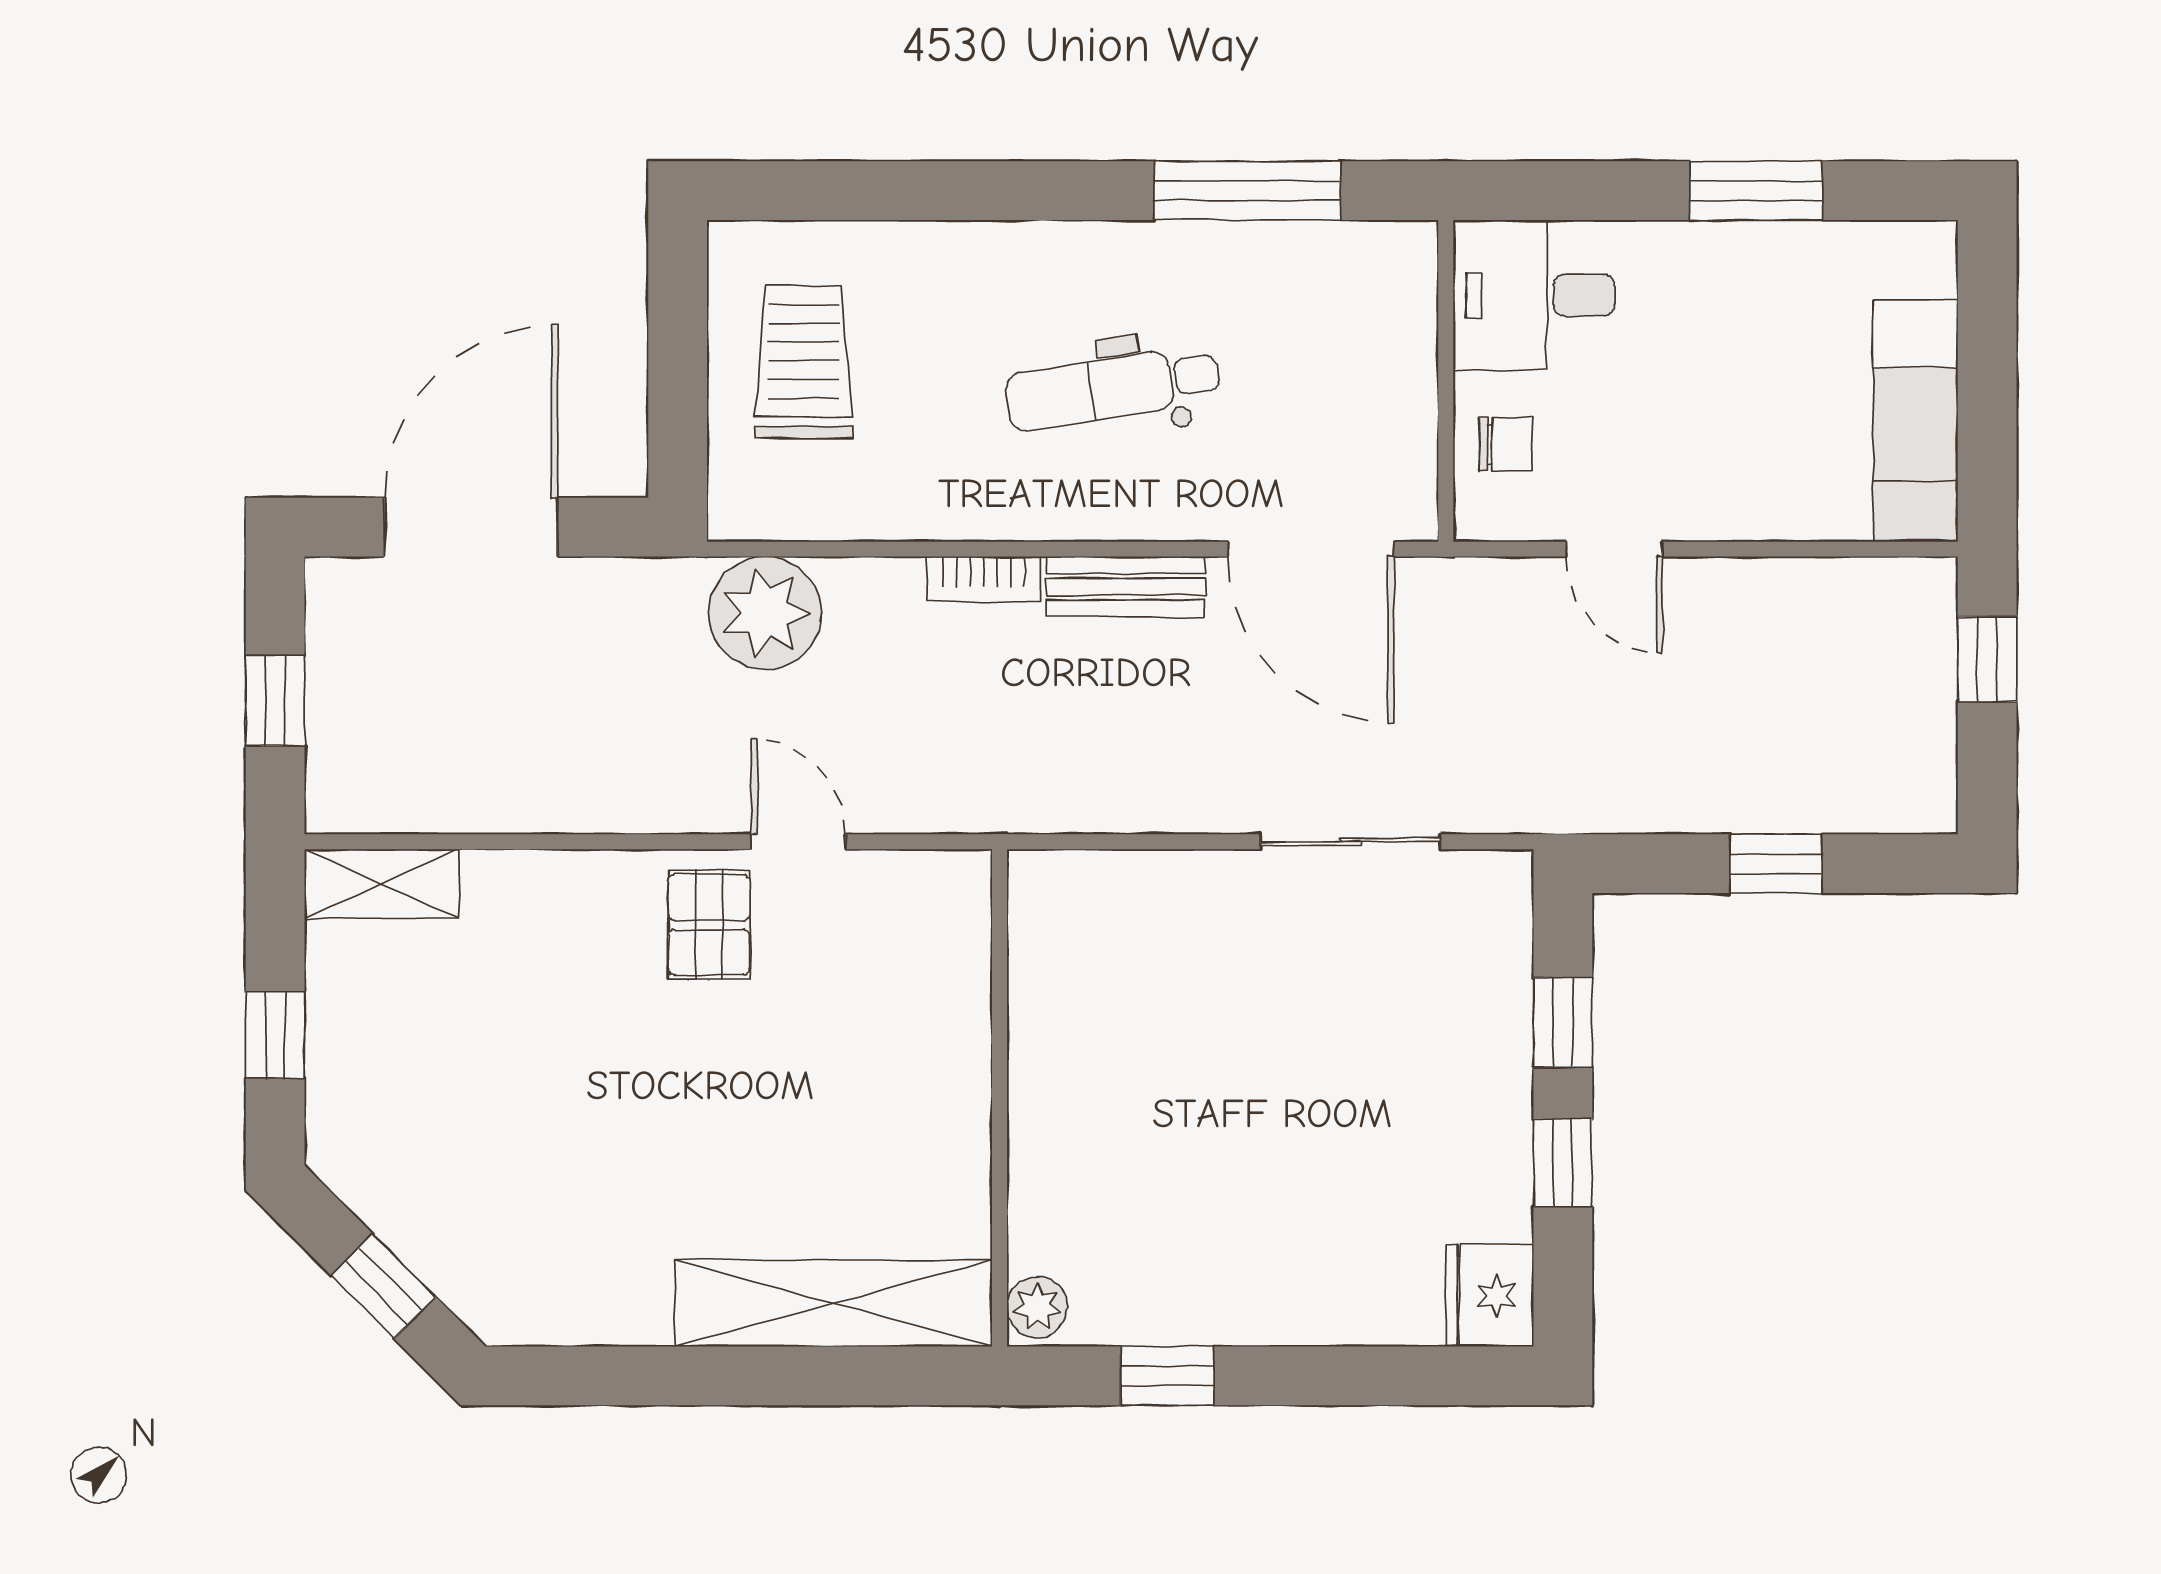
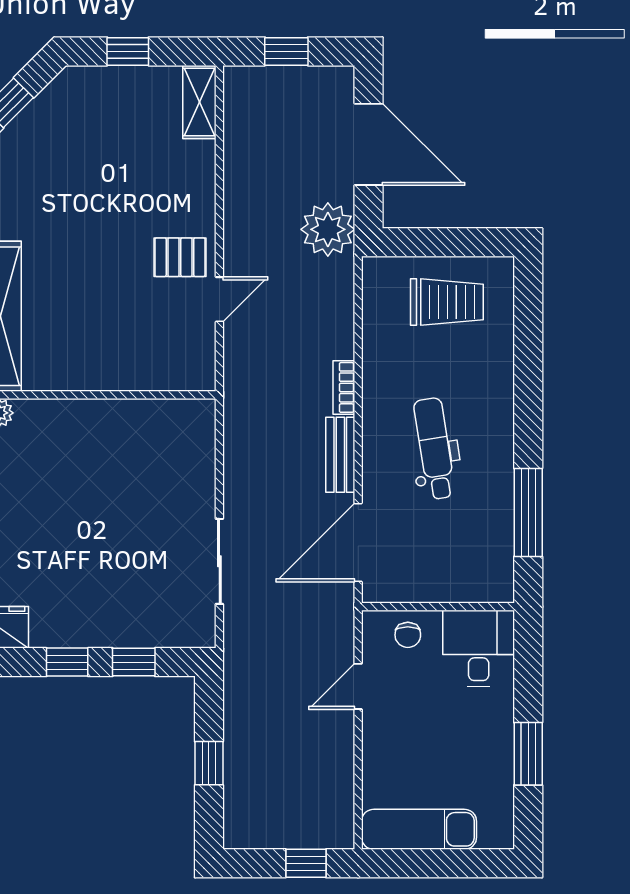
plant: (765, 613) -> (328, 229), moved

